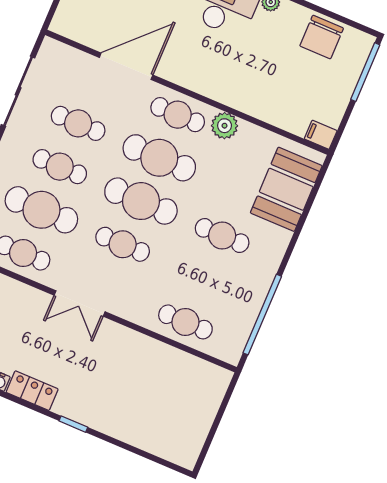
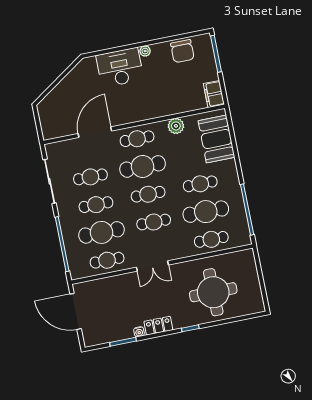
plant: (225, 126) -> (176, 126), moved
filing cabinet: (321, 135) -> (214, 94), width x2.00
cafe table: (141, 201) -> (148, 194), width x0.73, depth x0.74
cafe table: (204, 279) -> (206, 212), added
round table: (139, 396) -> (213, 292), added

